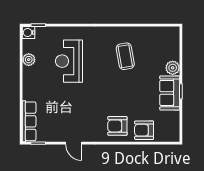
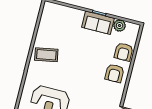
coffee table: (125, 56) -> (46, 55), moved
plant: (173, 68) -> (120, 26), moved

